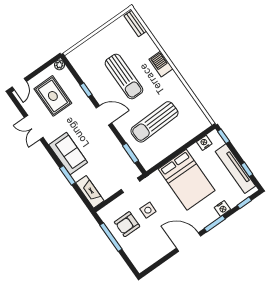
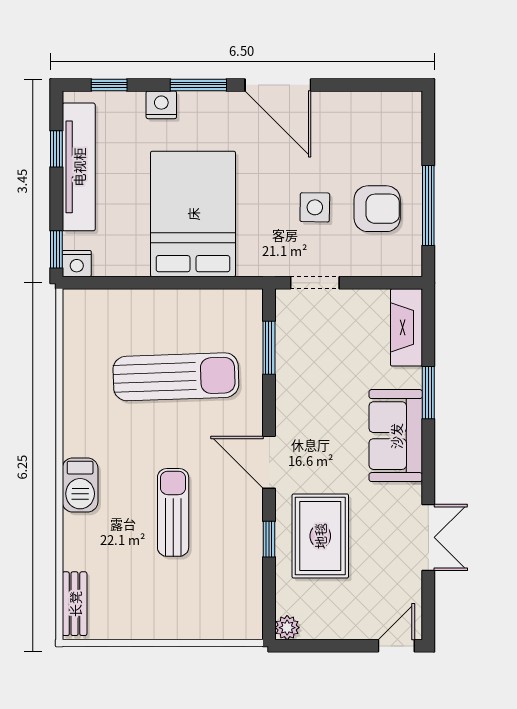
sun lounger: (124, 76) -> (173, 512), width x0.73, depth x0.75
rug: (53, 96) -> (320, 536), moved
nightstand: (204, 143) -> (77, 264), moved

